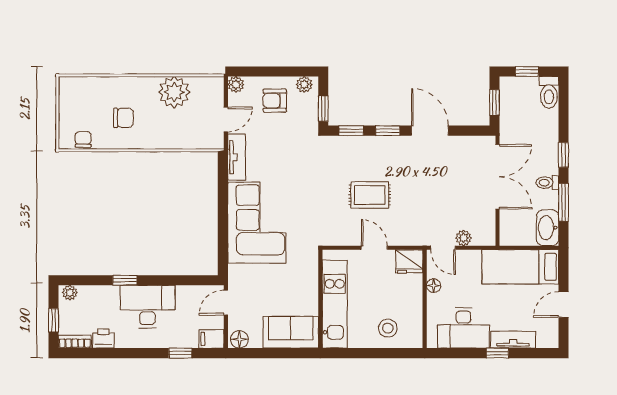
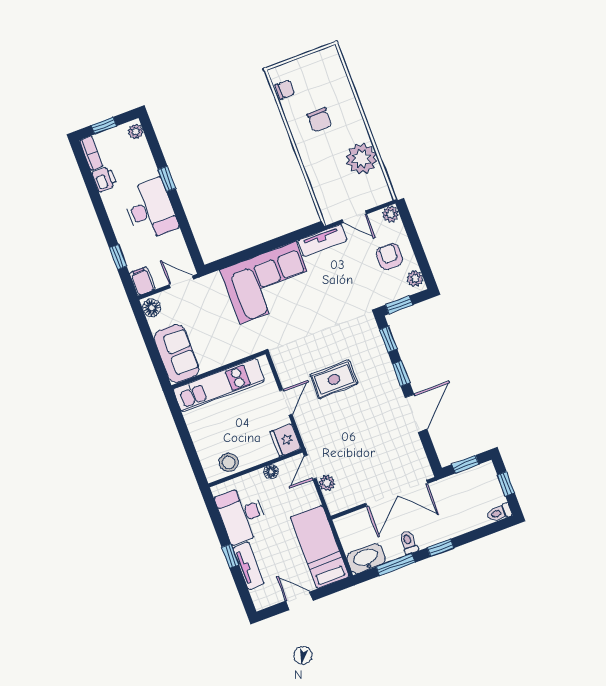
toilet: (549, 92) -> (499, 513), width x0.73, depth x0.72
rug: (370, 195) -> (334, 379), turned 90
stool: (388, 328) -> (229, 462), moved

